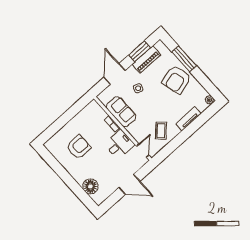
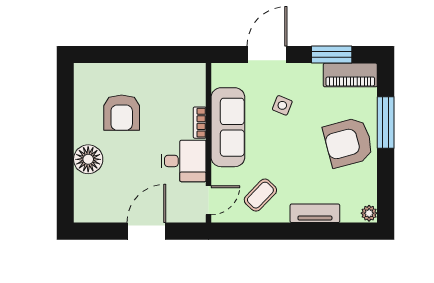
piano: (146, 60) -> (350, 75), moved
sofa: (121, 112) -> (228, 127), width x1.36
armchair: (78, 147) -> (122, 113), turned 90
door: (129, 184) -> (146, 231), swing flipped
floor lamp: (90, 186) -> (88, 159), moved

